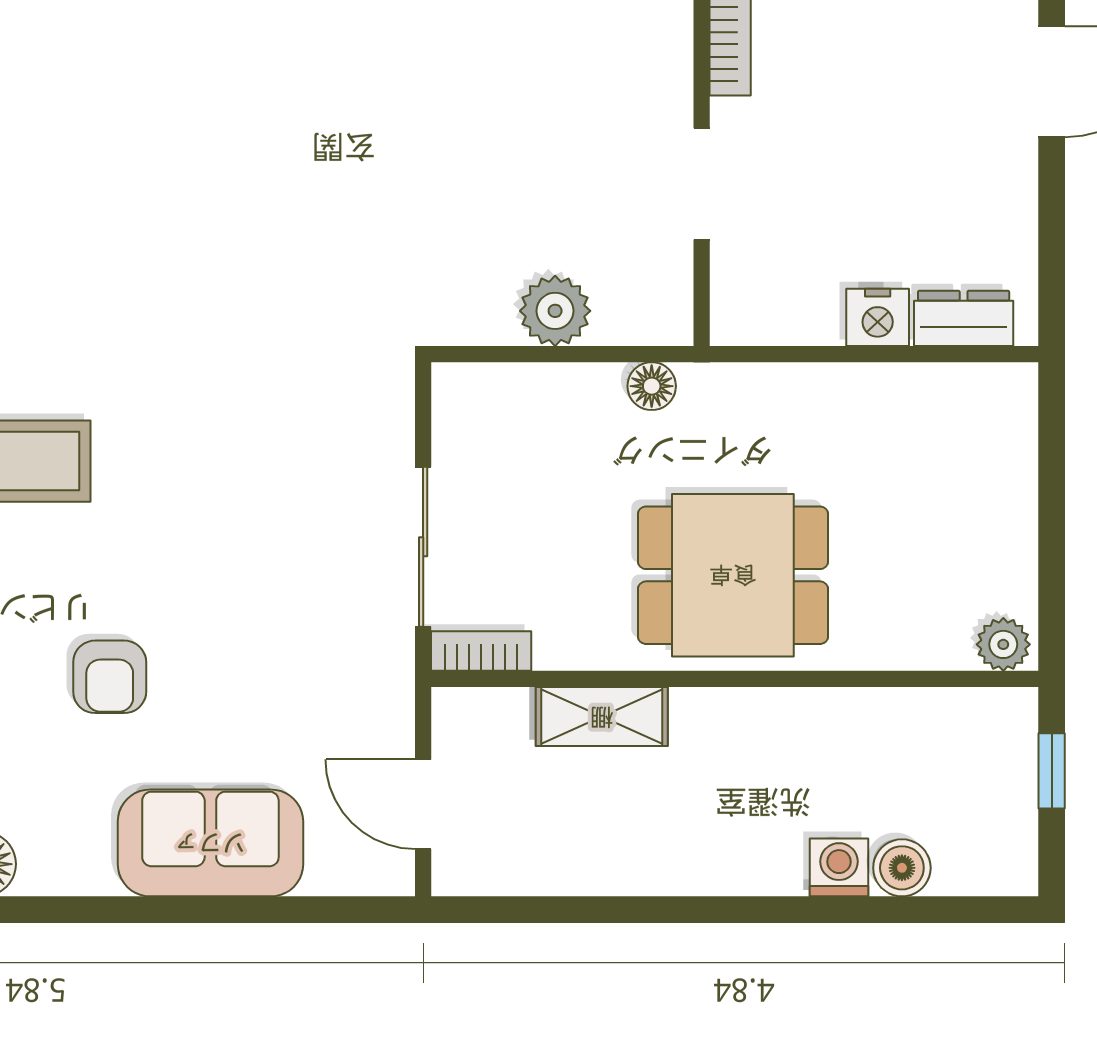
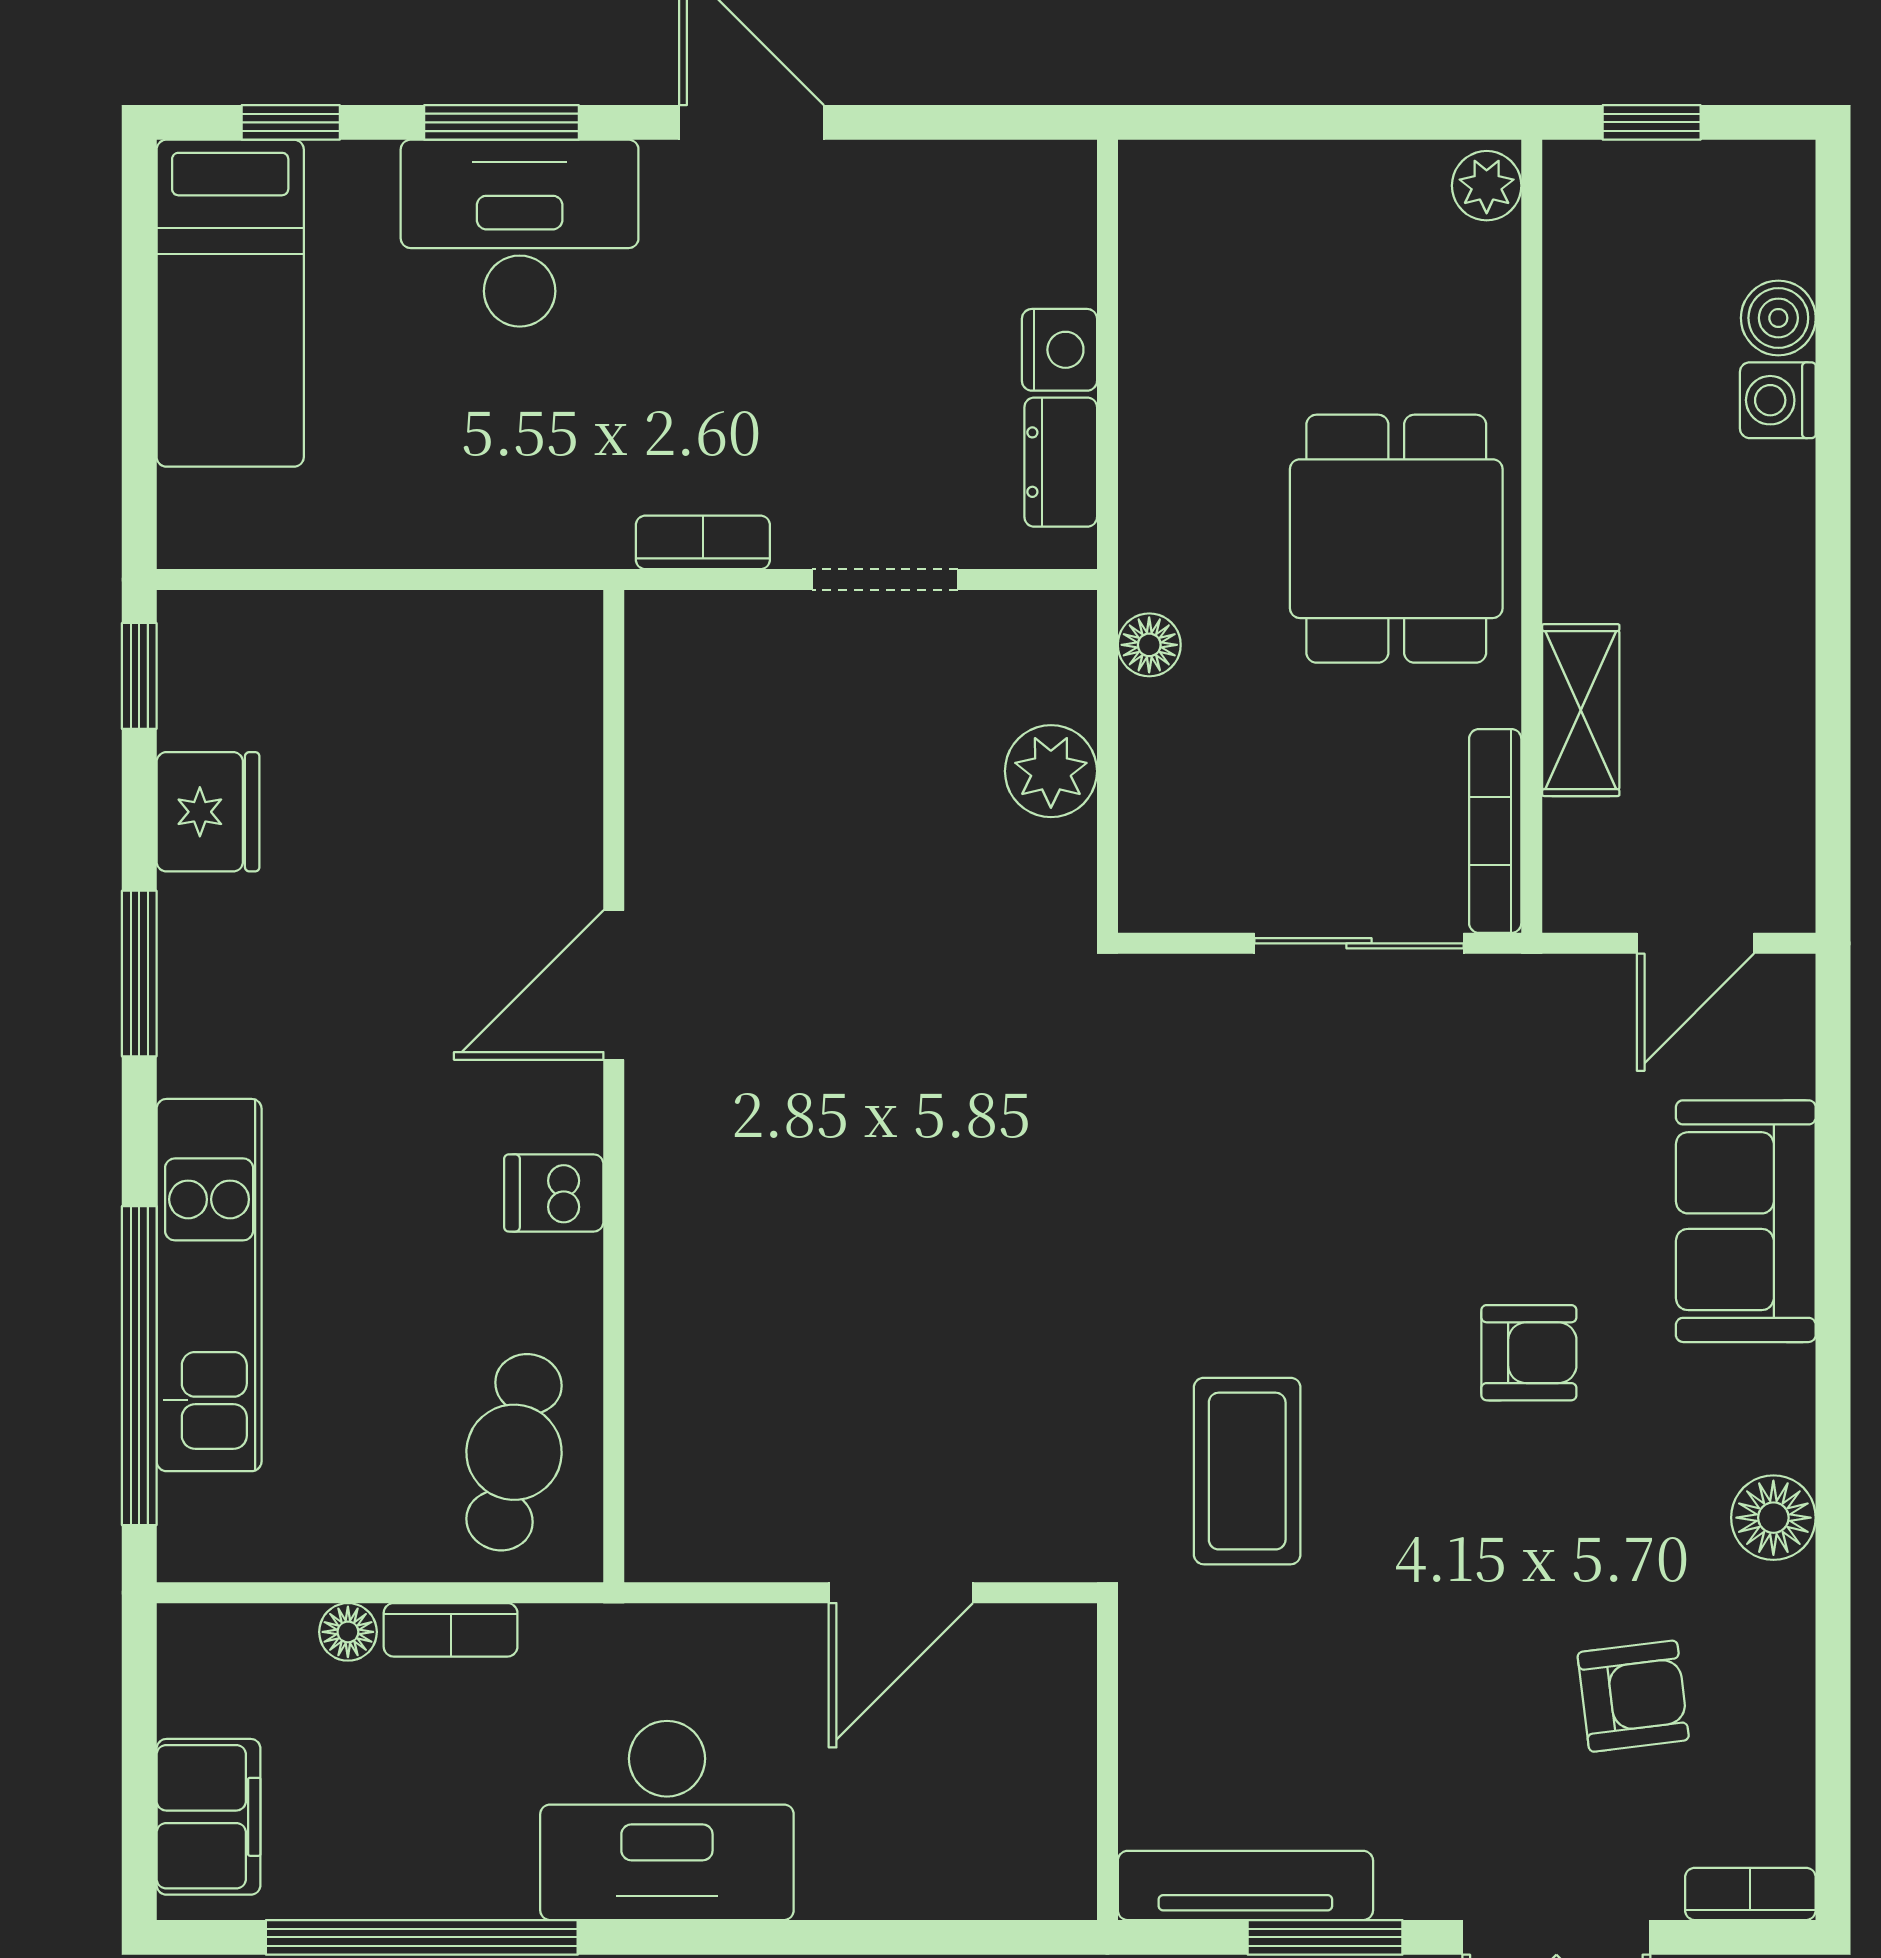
dresser: (964, 318) -> (1061, 462), moved
bookcase: (481, 651) -> (1495, 831), width x1.56

